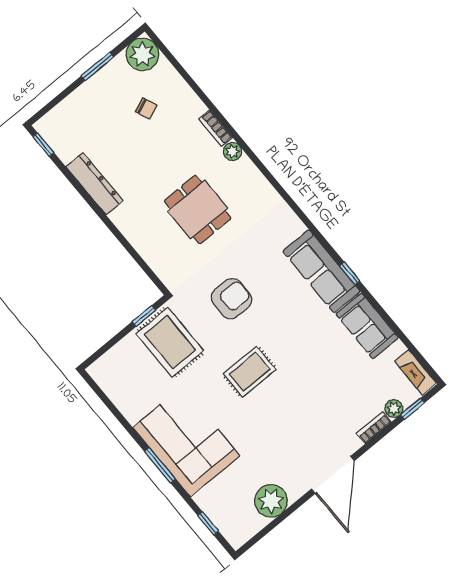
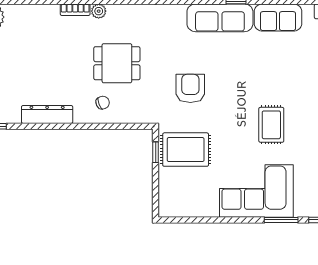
chair: (146, 108) -> (103, 103), moved
rug: (250, 372) -> (271, 125), moved
window: (160, 465) -> (281, 220), moved

